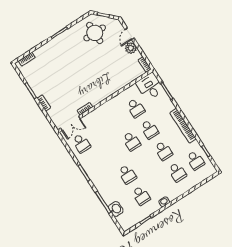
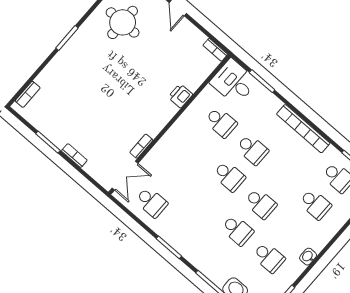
plant: (131, 48) -> (186, 30), removed
printer: (116, 86) -> (180, 96), added
school desk: (163, 151) -> (261, 203), moved

